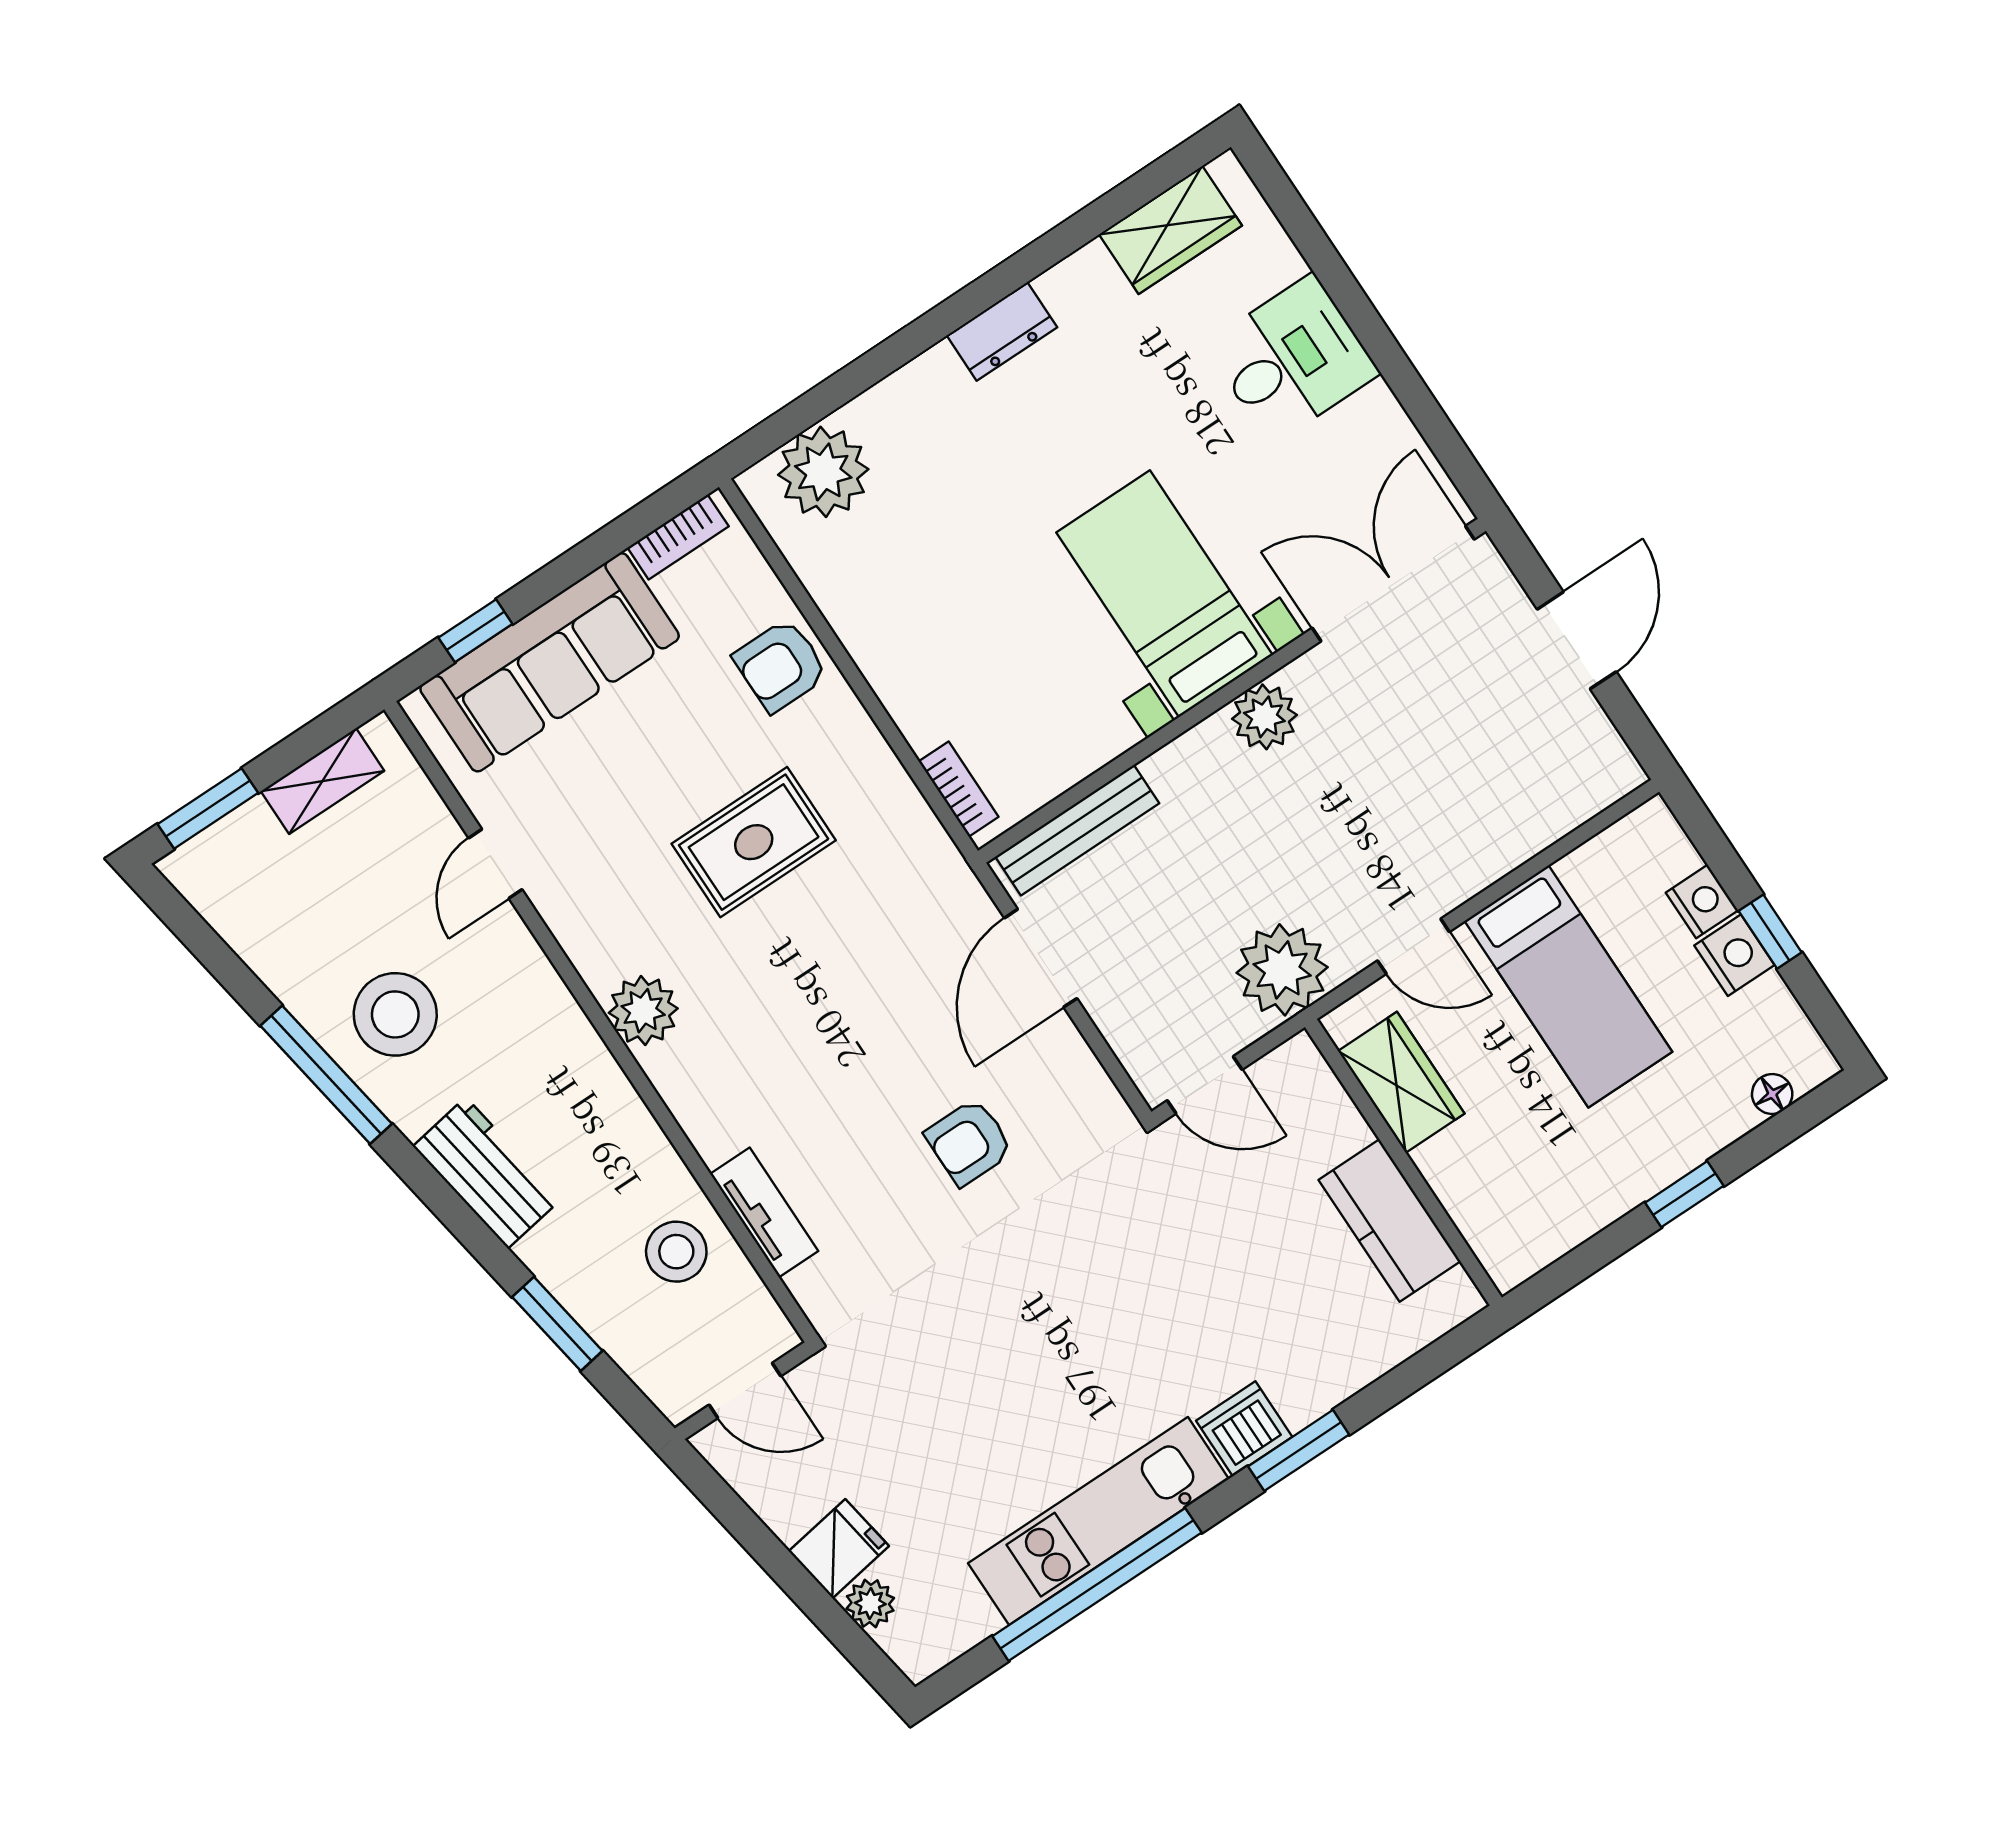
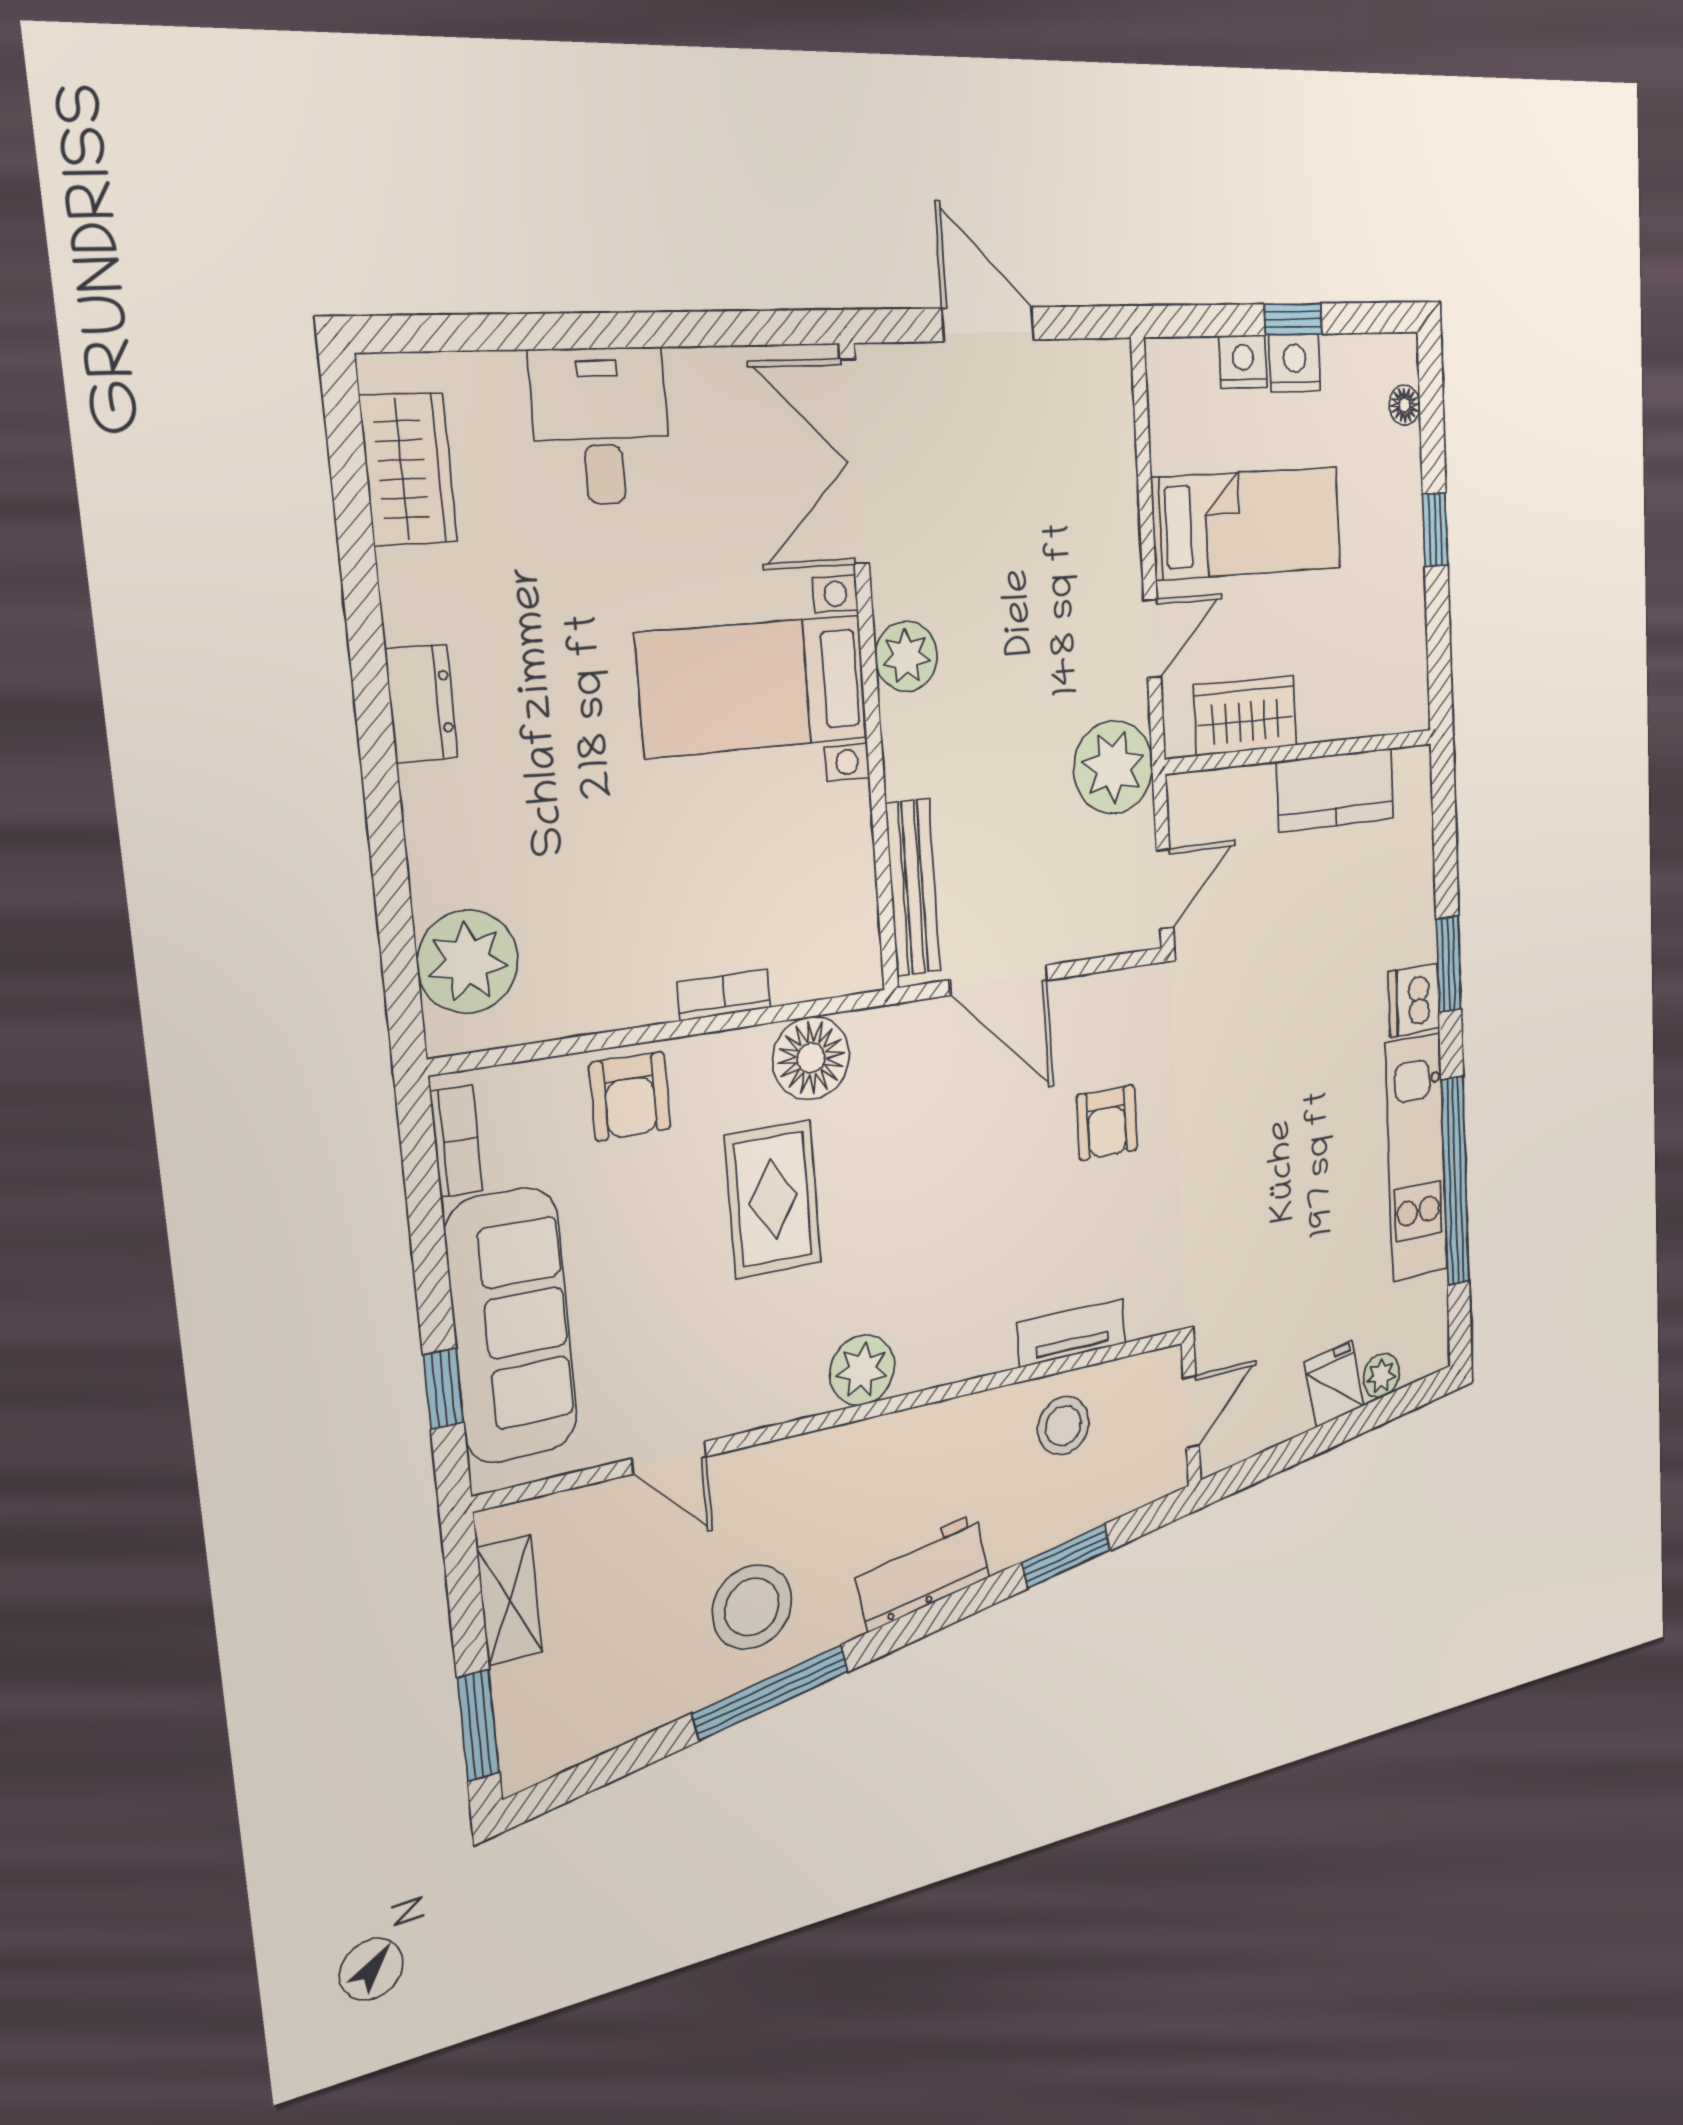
bookcase: (959, 789) -> (724, 995), moved
floor lamp: (888, 813) -> (811, 1058), added

